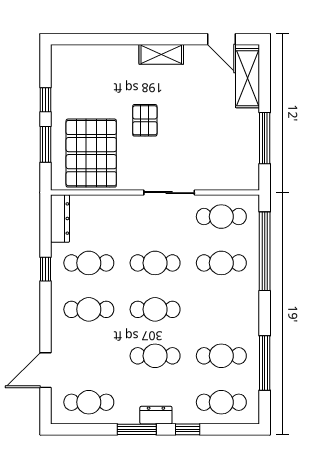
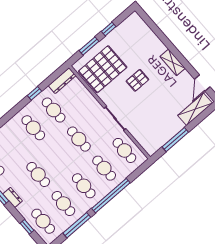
window: (265, 251) -> (111, 196), moved
cafe table: (155, 309) -> (84, 186), moved
window: (188, 429) -> (27, 227), moved

